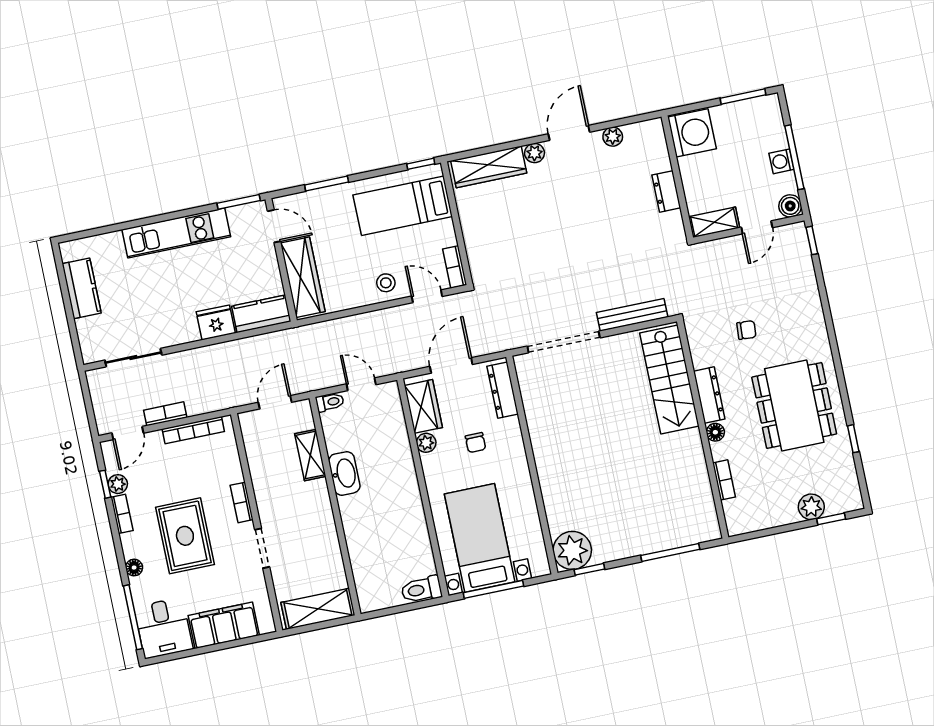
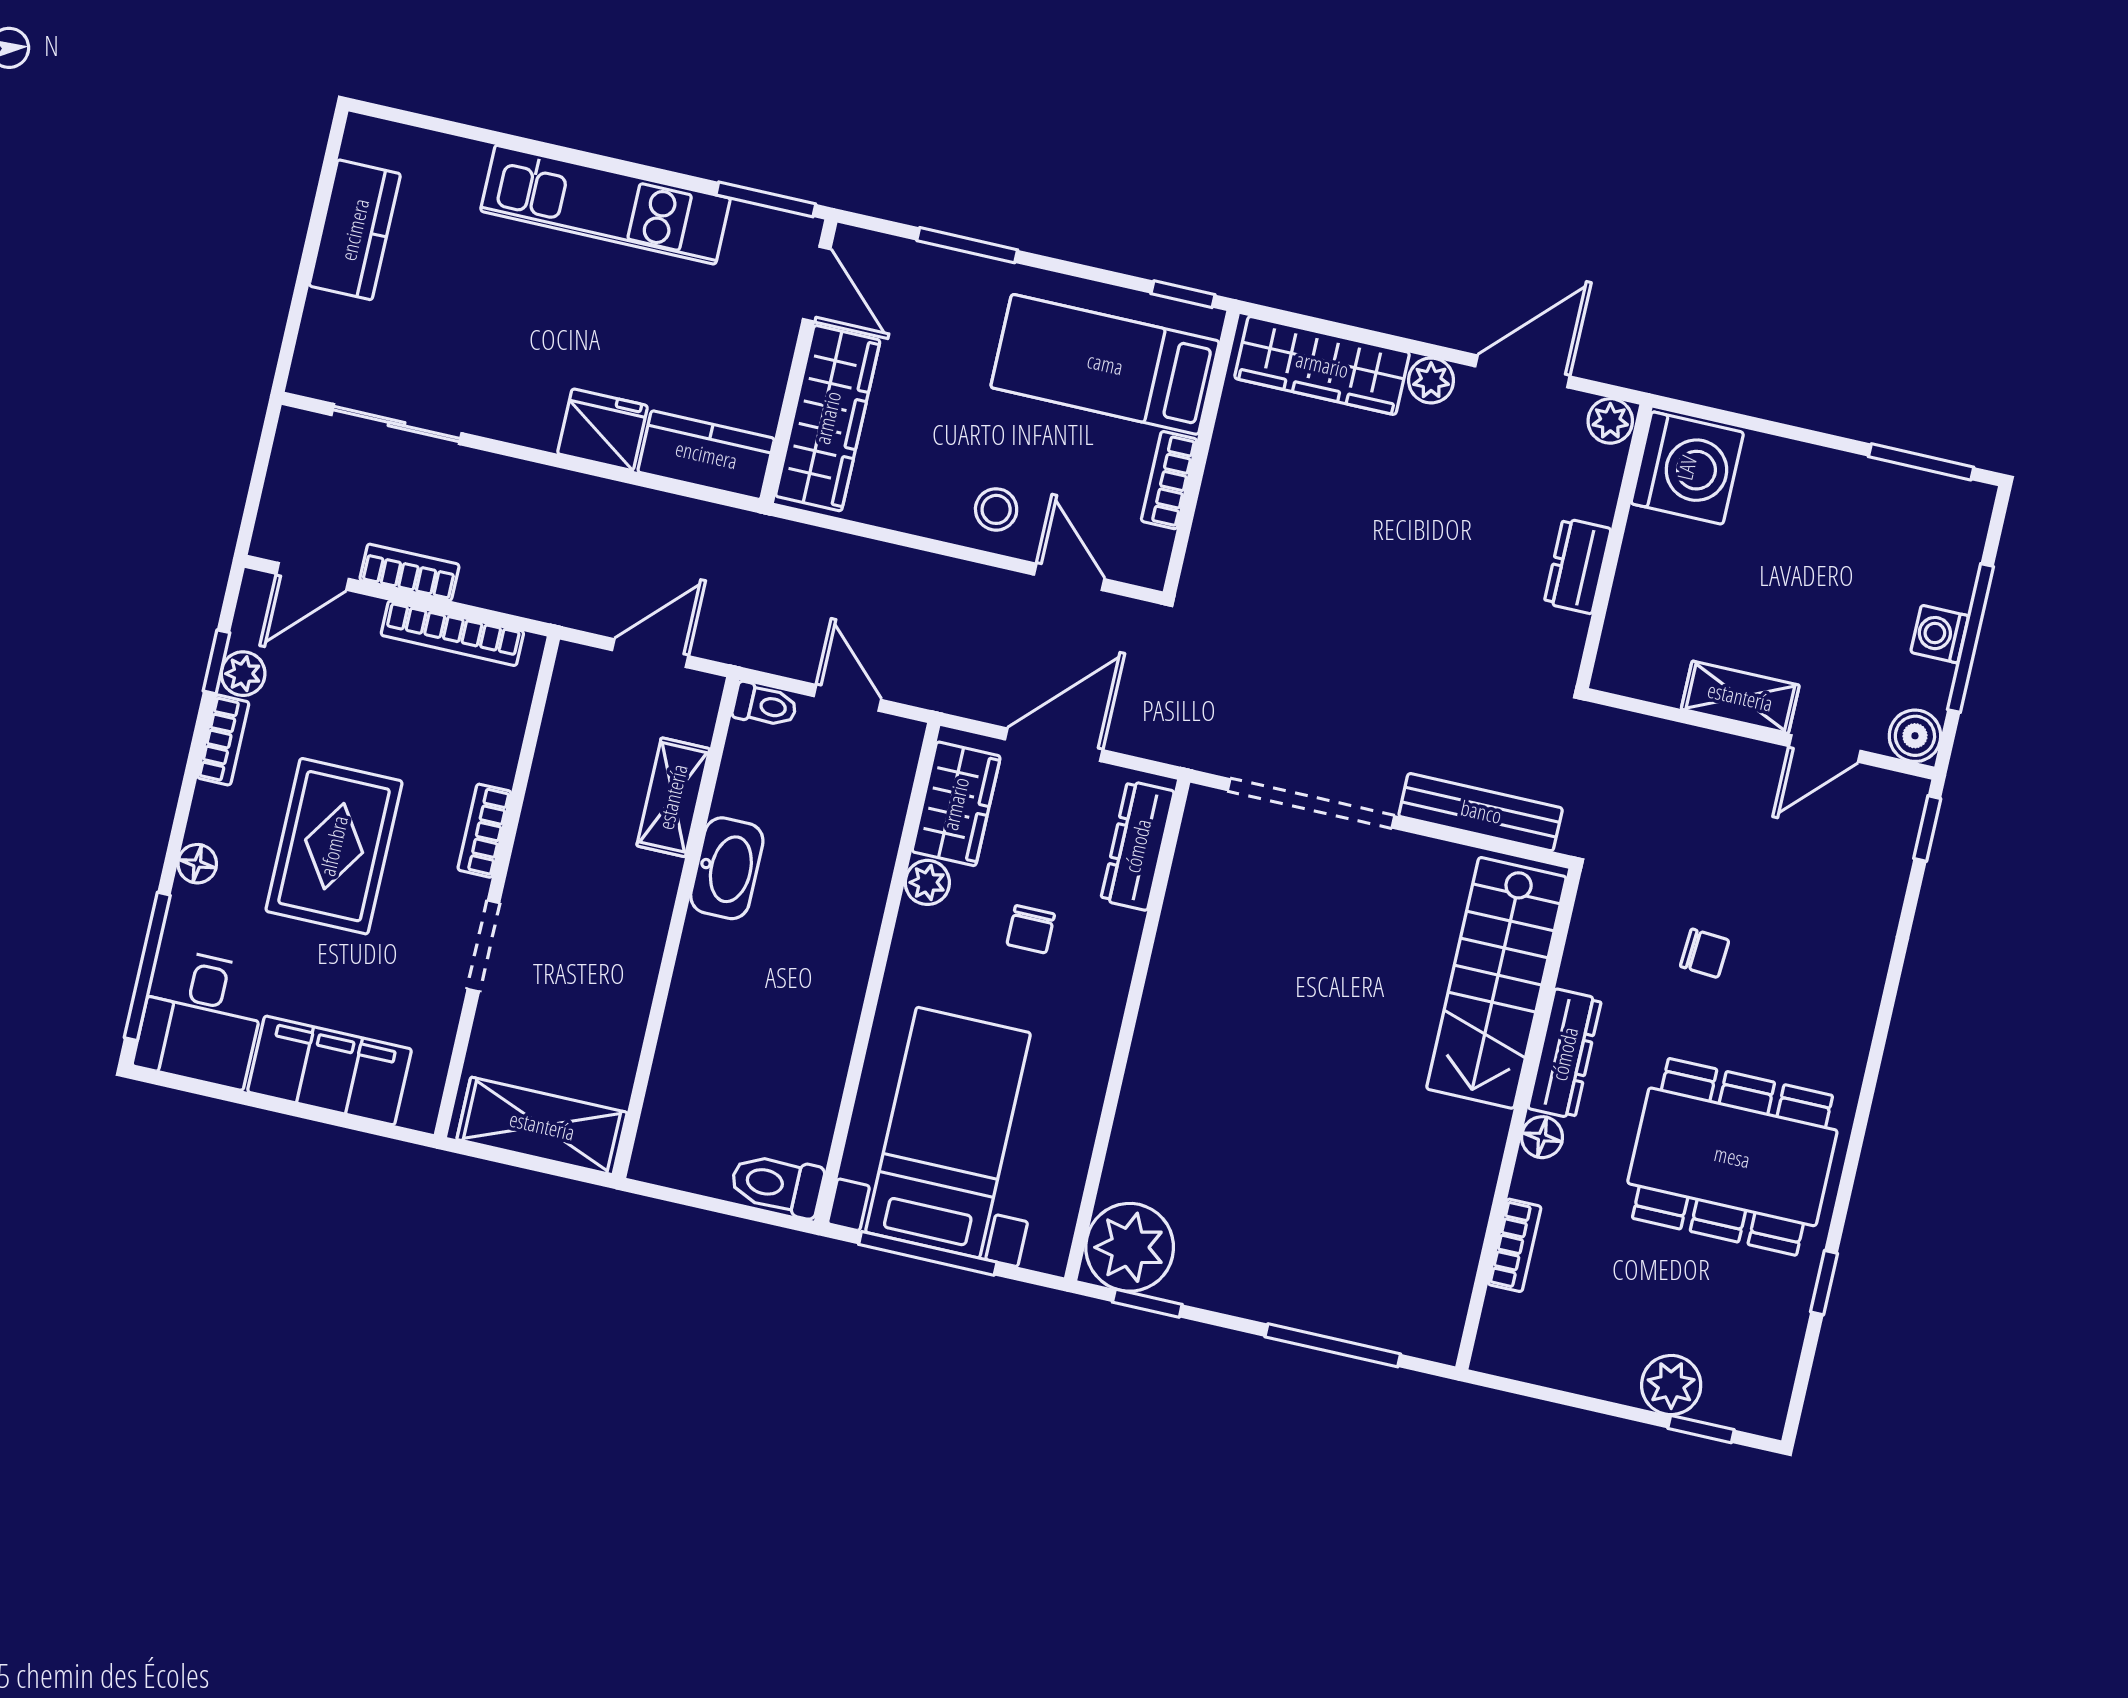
washing machine: (692, 133) -> (1687, 468), moved
wall: (677, 177) -> (1614, 546), moved
dresser: (666, 191) -> (1578, 566), moved
bookcase: (455, 267) -> (1169, 480), moved
dining table: (794, 405) -> (1732, 1157), turned 90

